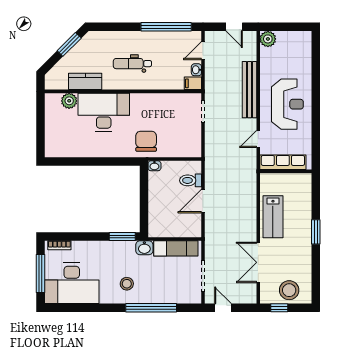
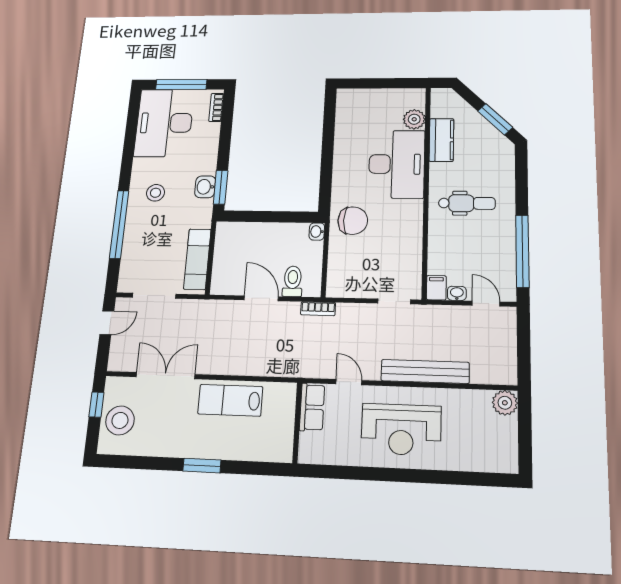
door: (234, 27) -> (524, 351), removed
dental chair: (132, 64) -> (467, 203), turned 90
bookcase: (209, 162) -> (318, 309), added
row of seats: (283, 162) -> (312, 407), width x0.68
washbasin: (144, 248) -> (205, 187), moved

